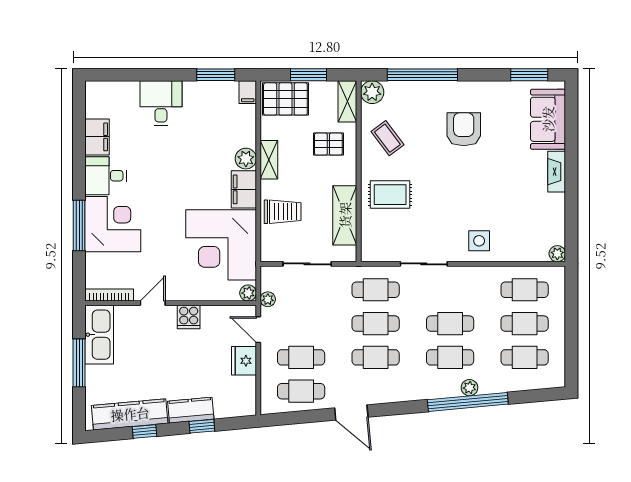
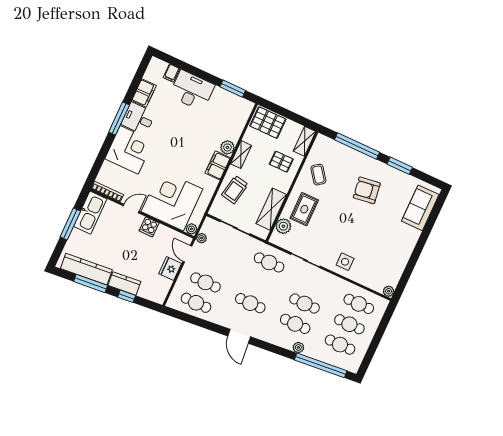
window: (308, 75) -> (289, 114), removed
window: (529, 75) -> (400, 166), moved
filing cabinet: (248, 92) -> (171, 73), moved
plant: (372, 92) -> (283, 226), moved
desk: (161, 103) -> (192, 90), width x1.37
armchair: (464, 129) -> (367, 190), turned -98
fireplace: (557, 172) -> (411, 242), removed
rug: (390, 195) -> (304, 209), turned 90
trolley: (283, 212) -> (235, 190), turned 101
window: (79, 226) -> (119, 119), moved
corner desk: (221, 245) -> (172, 200), moved, turned 90
cafe table: (376, 324) -> (260, 283), removed
window: (468, 402) -> (321, 365), moved
door: (351, 413) -> (239, 336), moved
window: (144, 431) -> (91, 283), width x2.17

